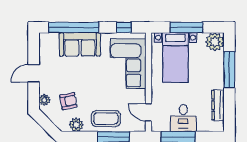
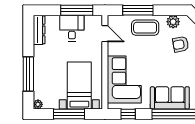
plant: (215, 42) -> (38, 104), width x0.53, depth x0.53
dresser: (218, 105) -> (39, 30), moved

